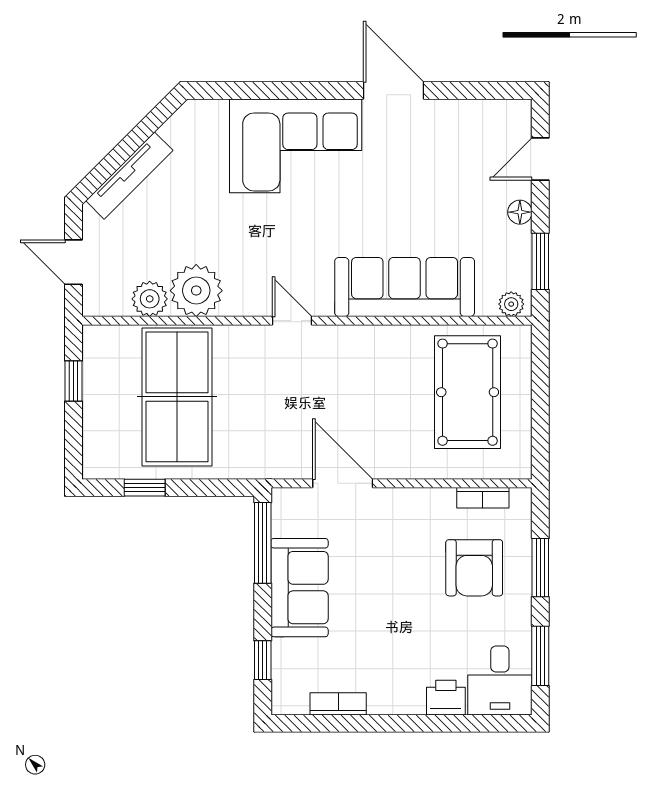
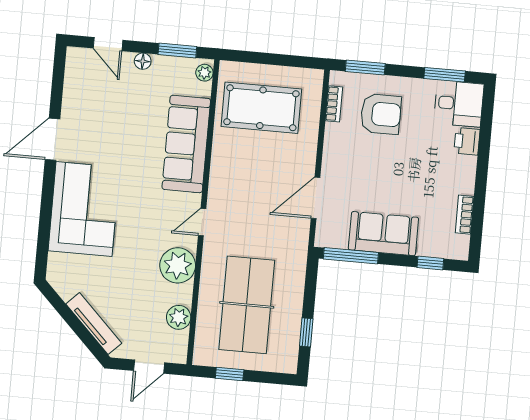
plant: (196, 291) -> (178, 265), moved
table tennis table: (177, 397) -> (247, 305), turned 90
window: (540, 568) -> (365, 68), moved

